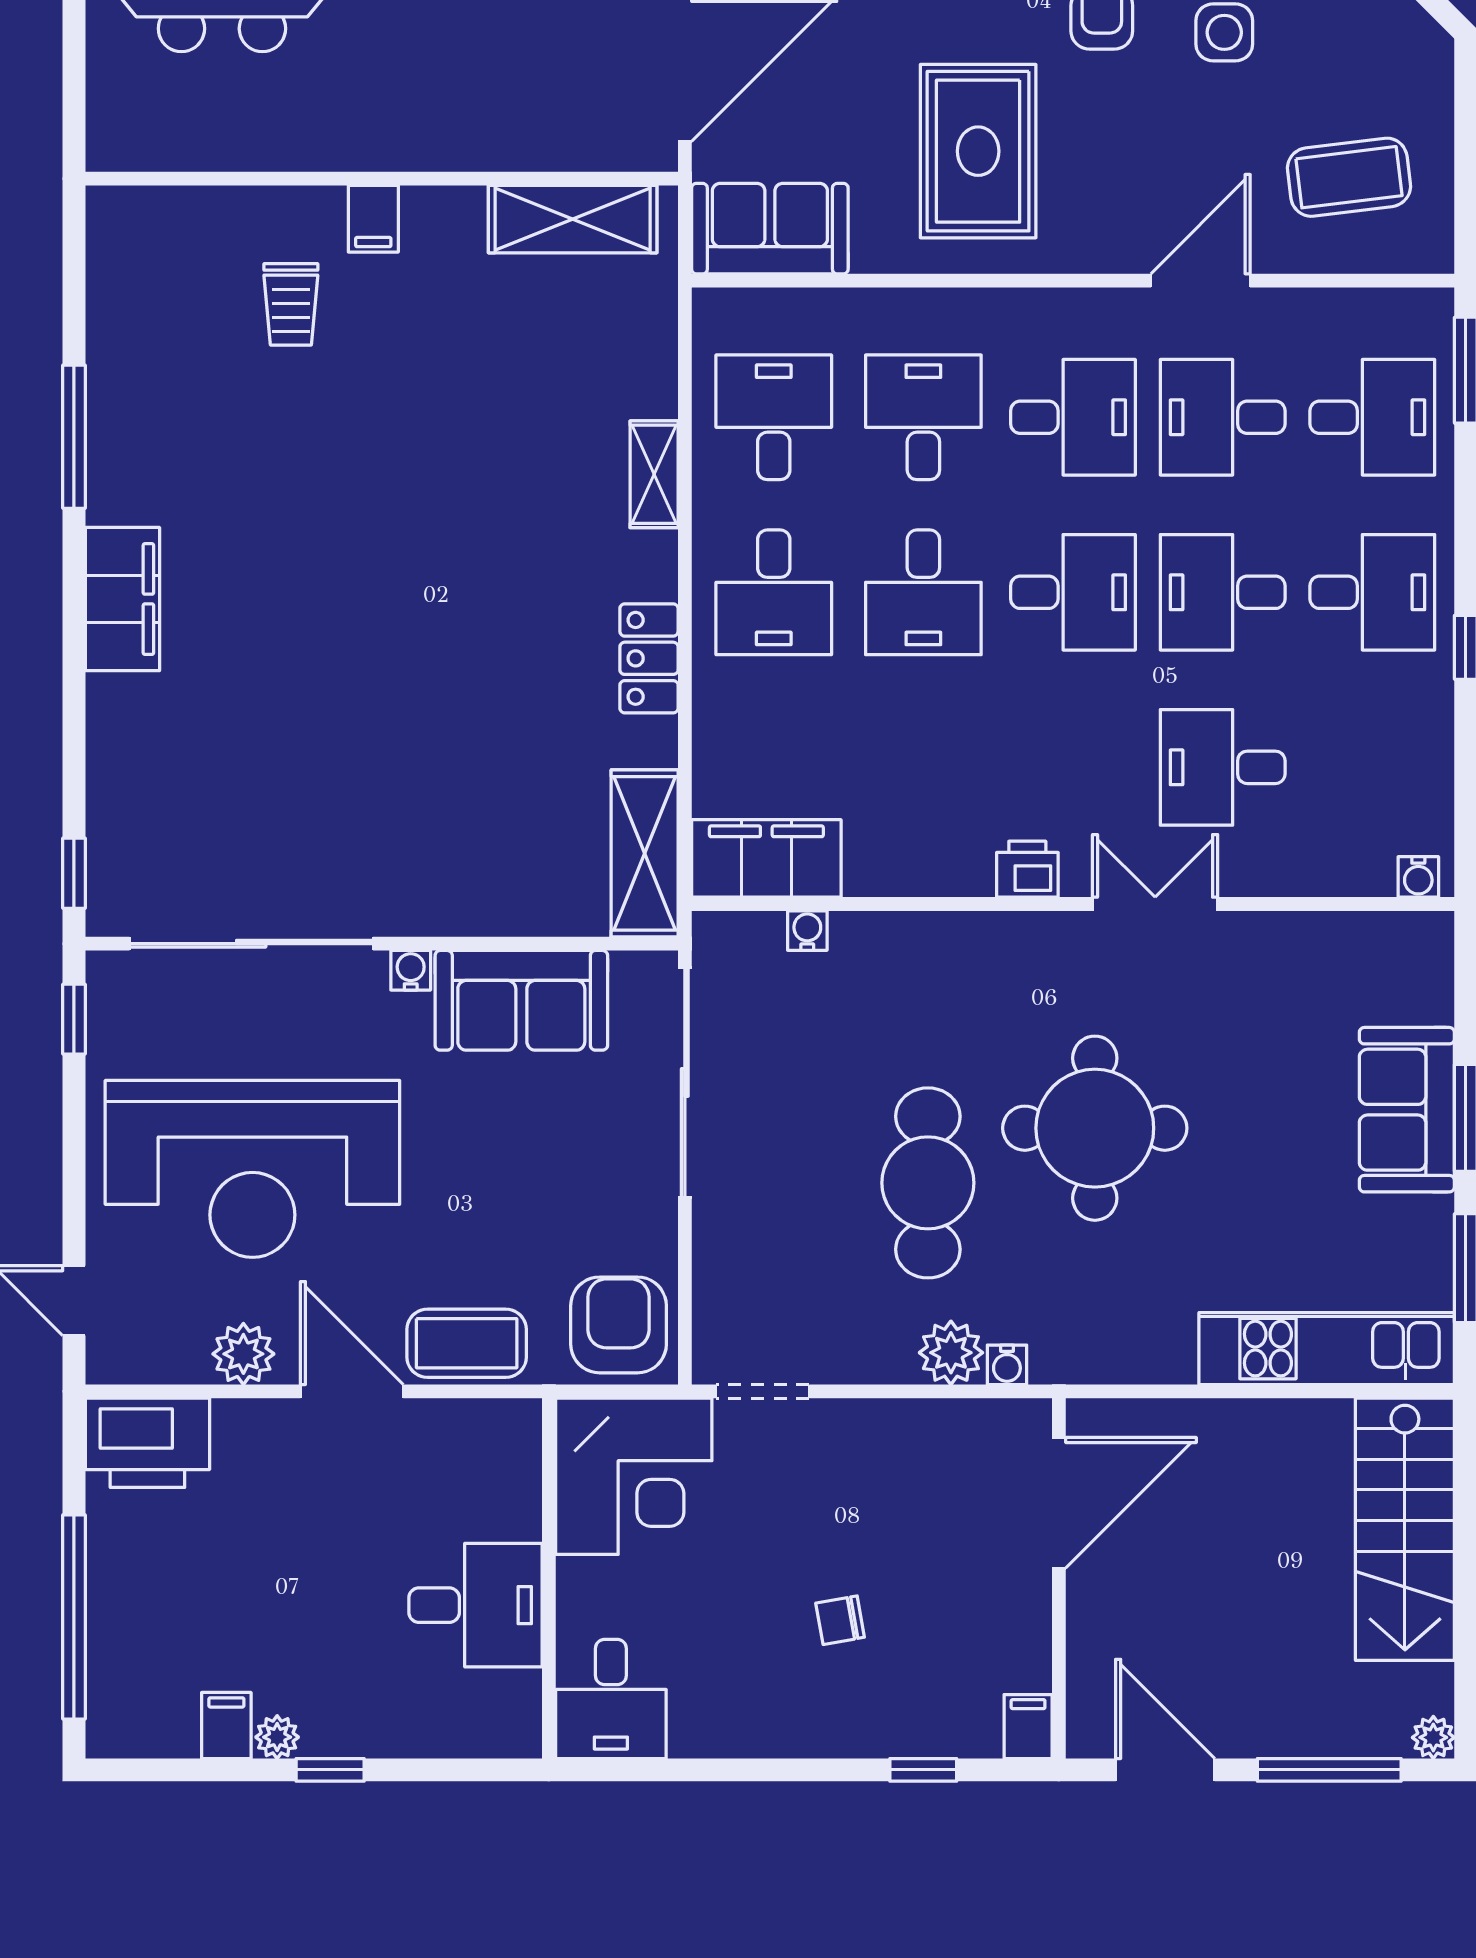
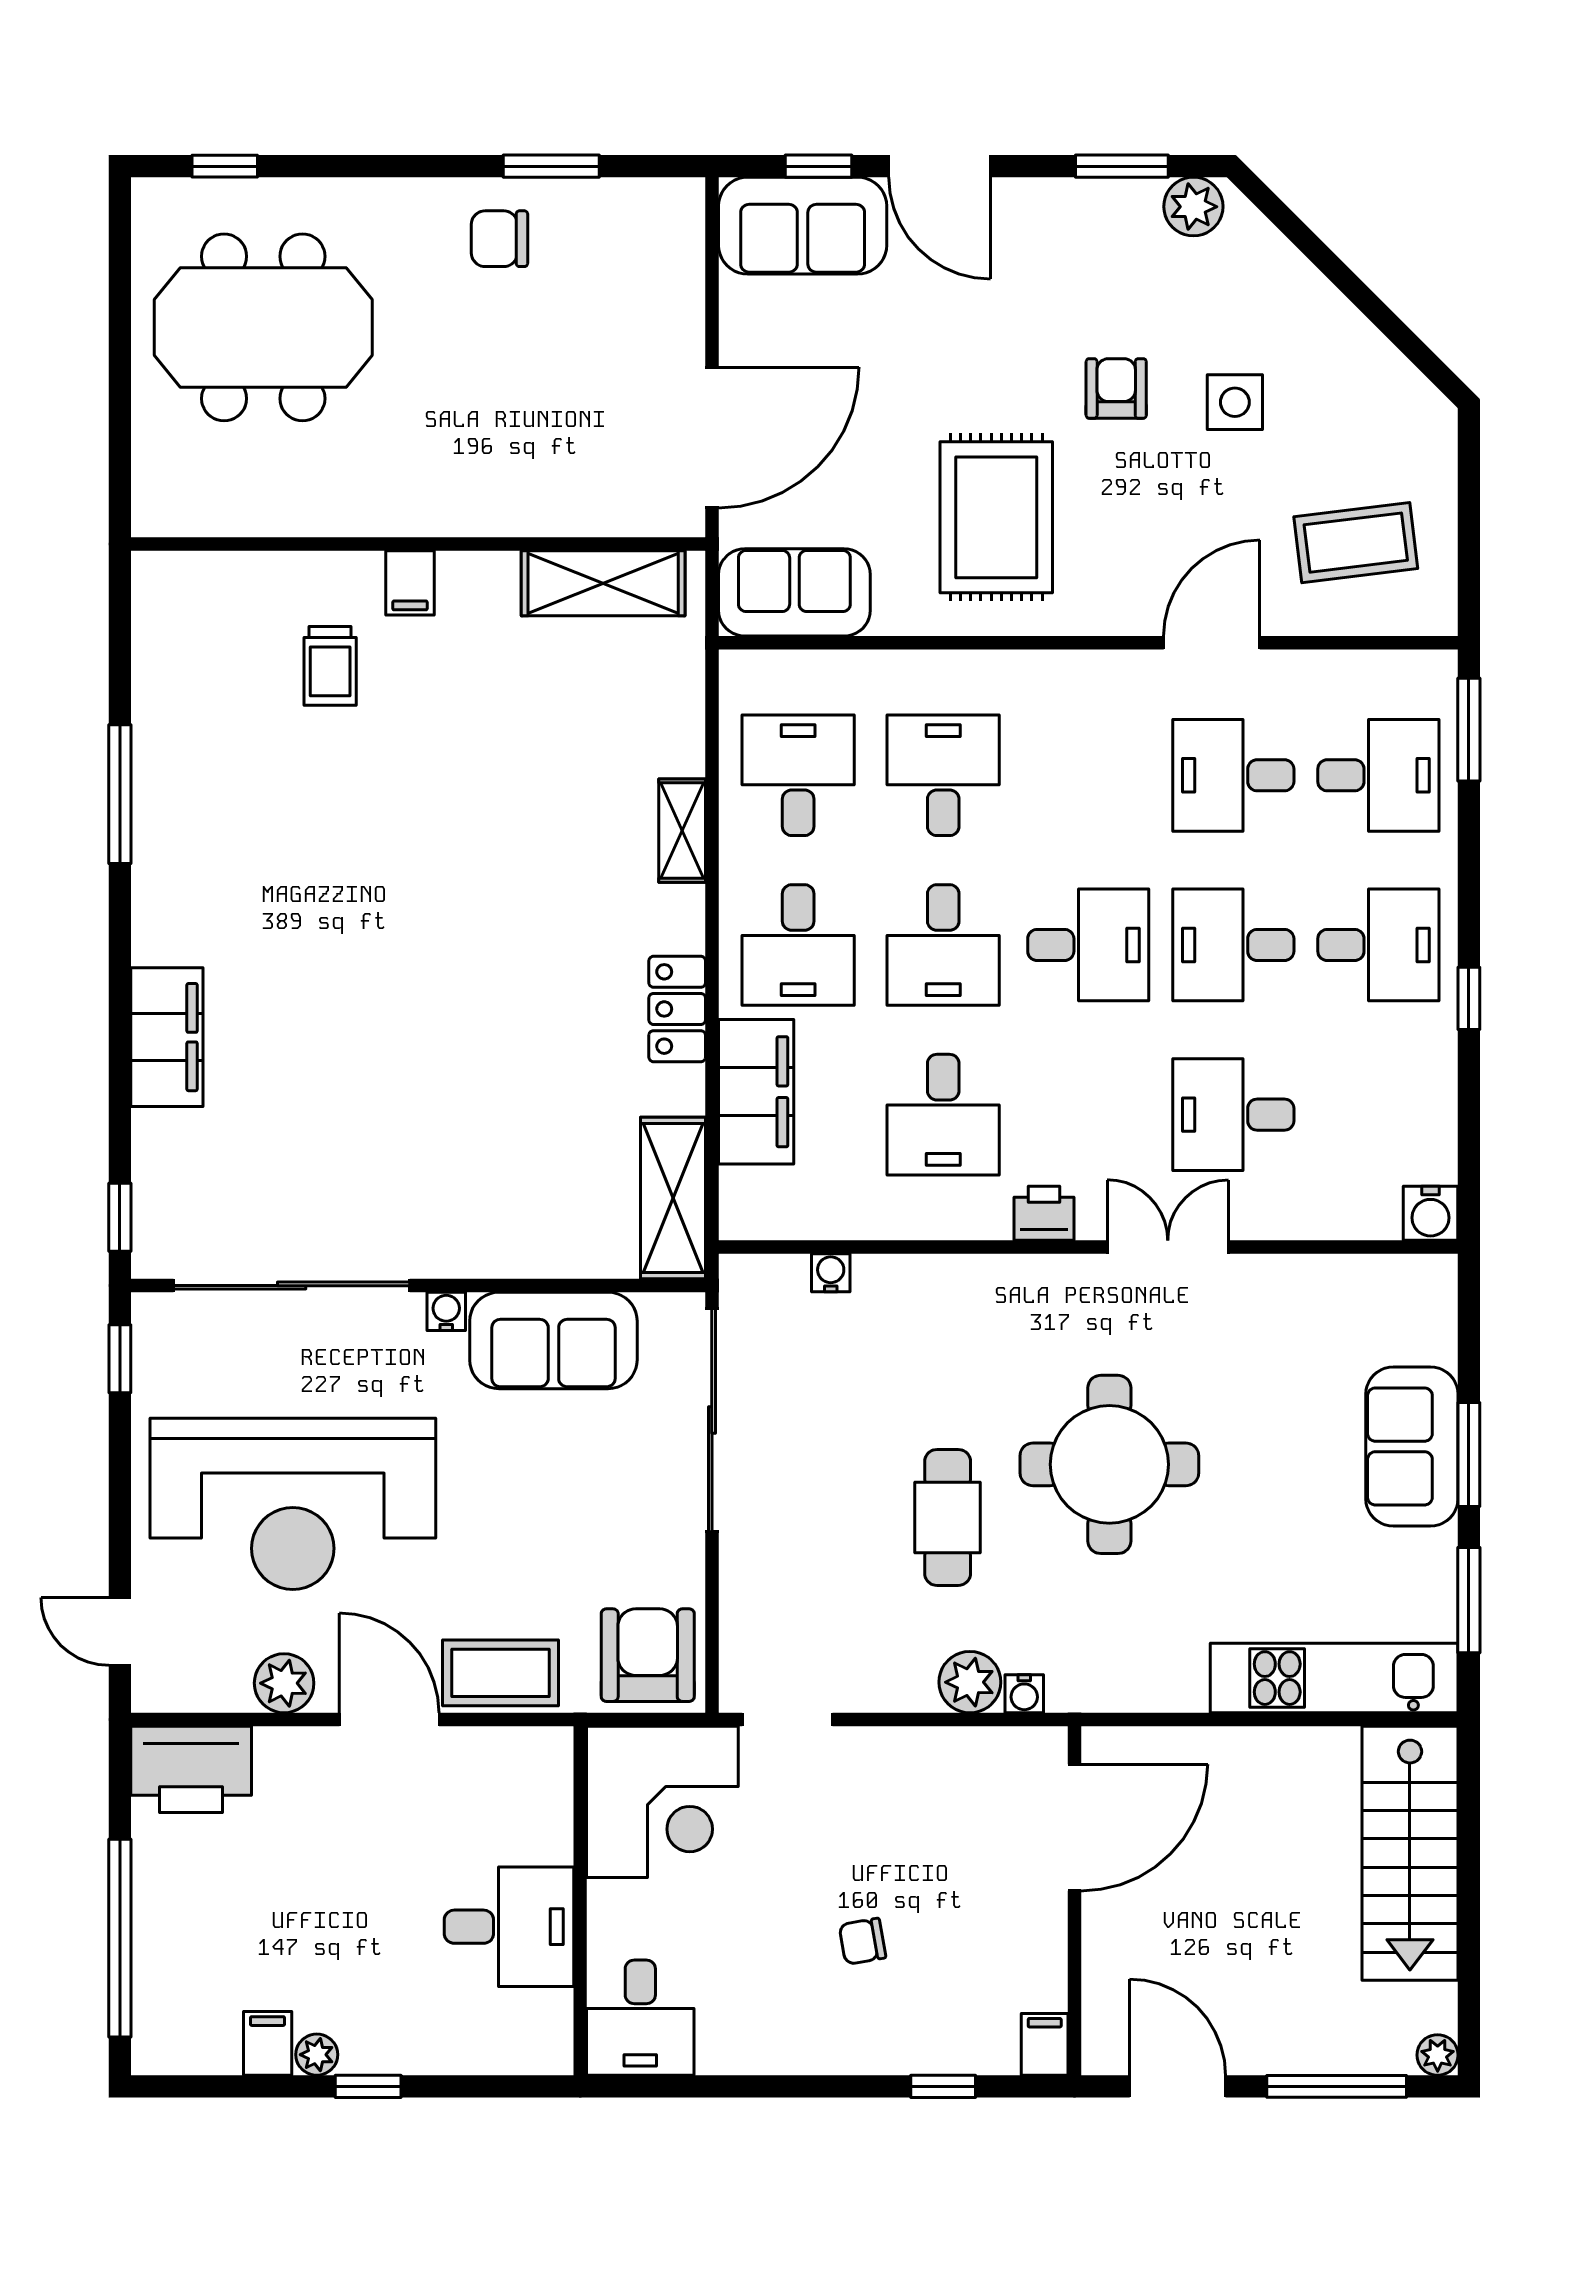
desk: (1073, 417) -> (943, 1115), moved, turned 90
filing cabinet: (122, 599) -> (167, 1037), moved
filing cabinet: (766, 858) -> (756, 1092), moved, turned 90
water cooler: (1418, 877) -> (1430, 1213), width x1.38, depth x1.38
cafe table: (928, 1183) -> (948, 1517), width x0.73, depth x0.74

